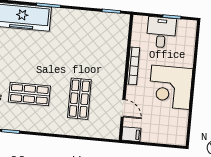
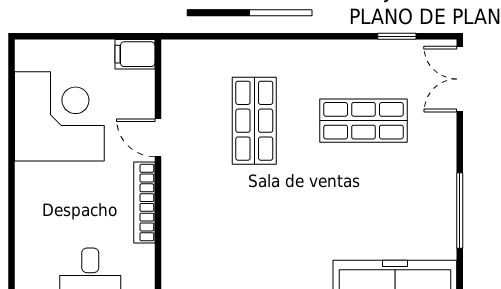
corner desk: (171, 87) -> (59, 116), moved
door: (123, 108) -> (158, 138), moved

